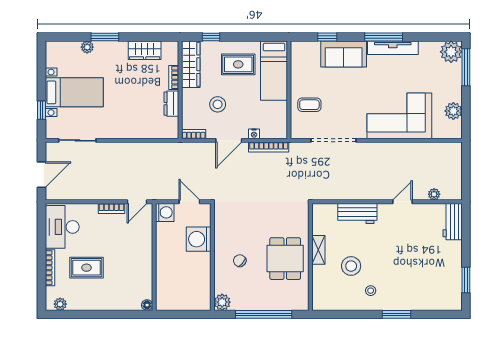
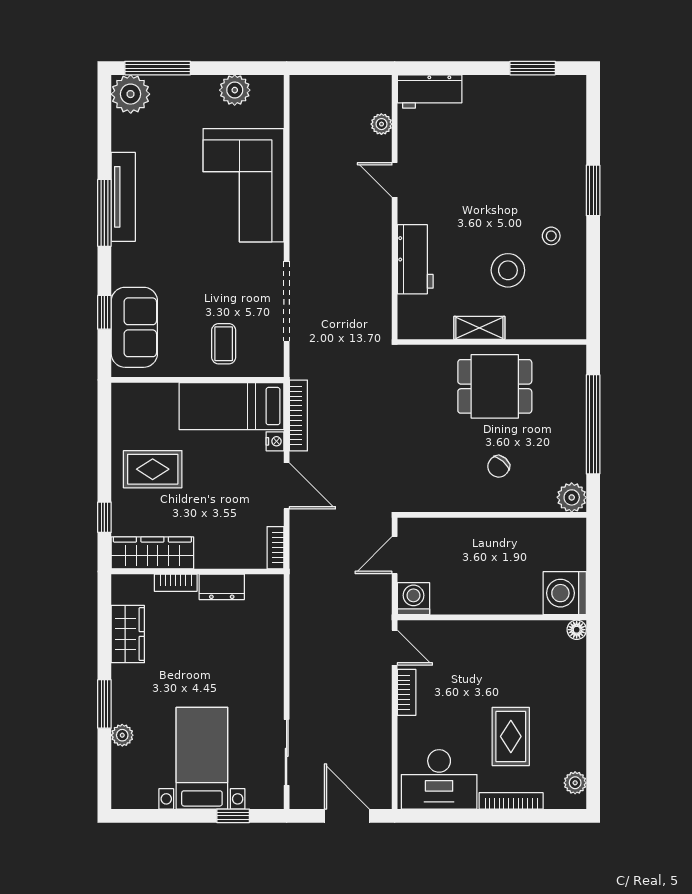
sofa: (344, 54) -> (134, 327), moved
rug: (238, 64) -> (153, 469), turned 90
bed: (274, 71) -> (232, 406), moved, turned 180
stool: (218, 104) -> (223, 506), removed
washing machine: (199, 239) -> (565, 593), moved, turned 90

